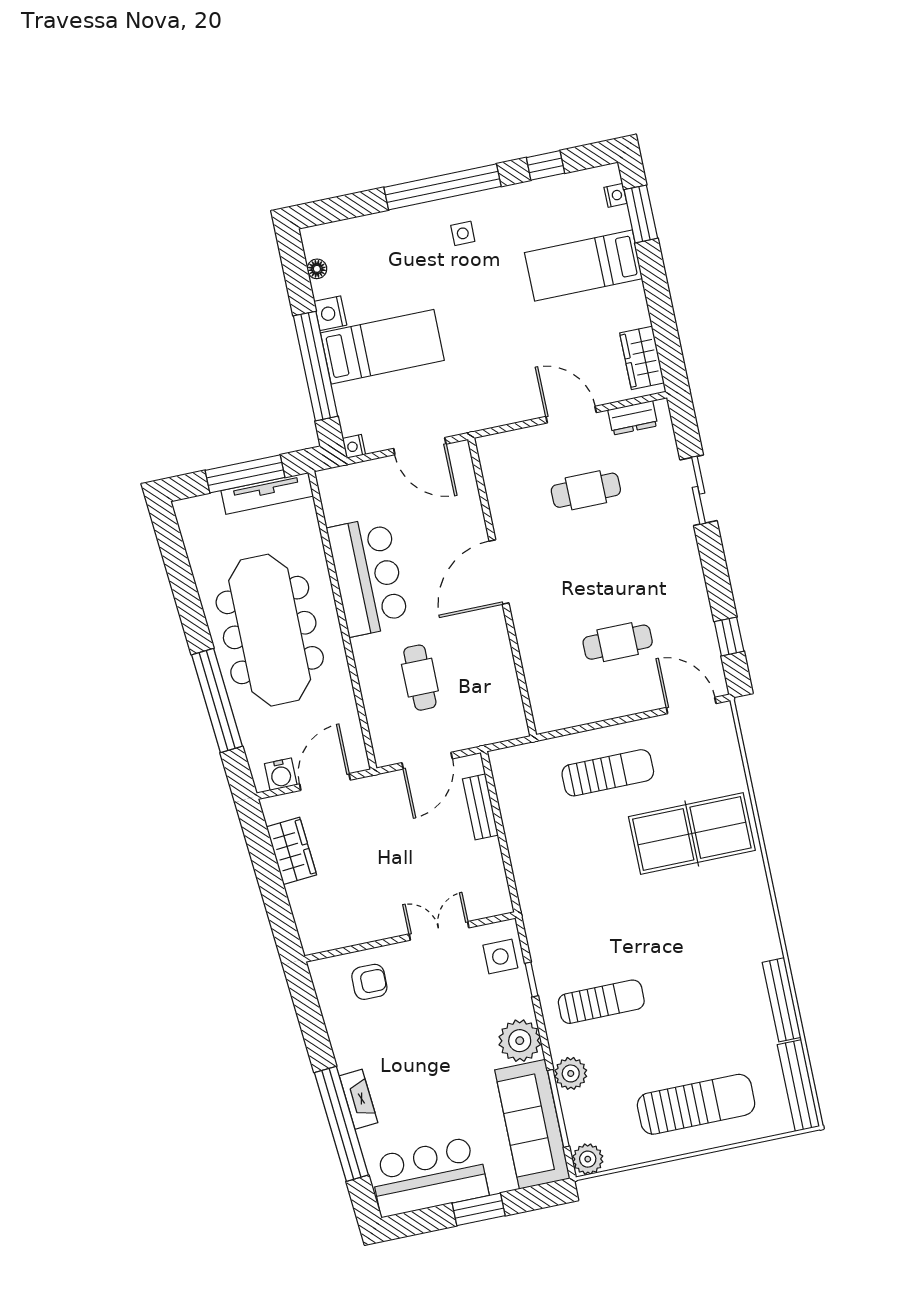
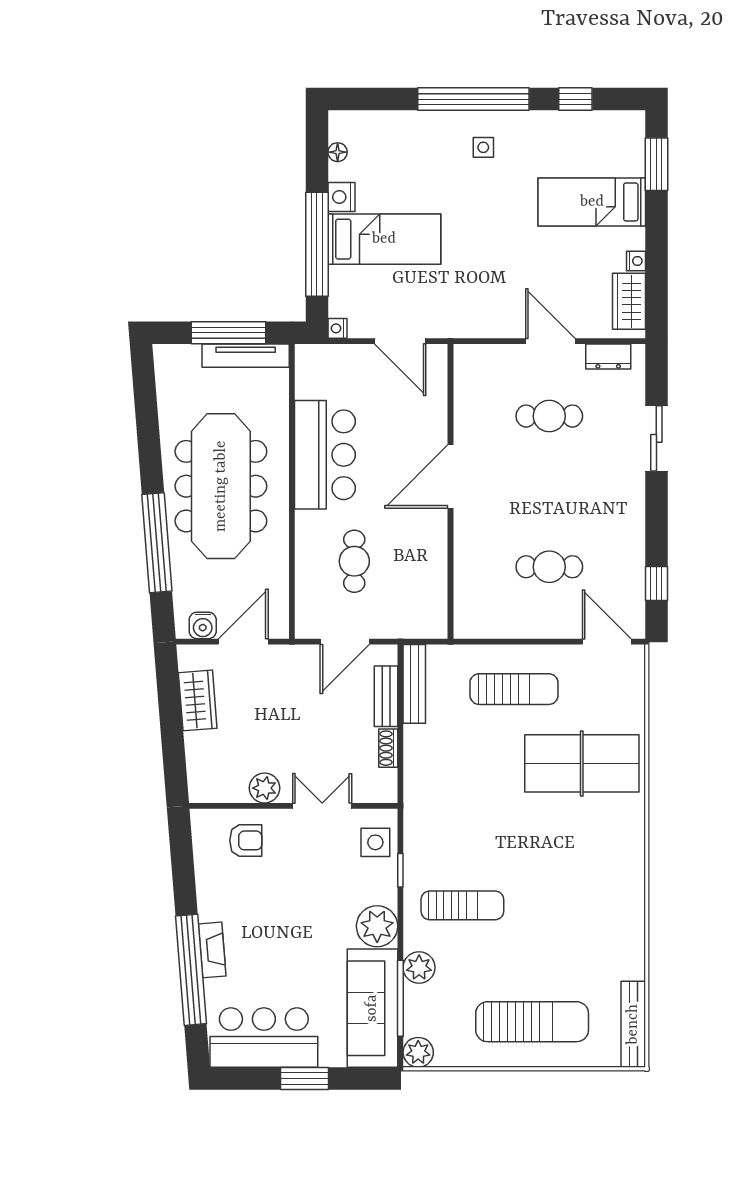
nightstand: (615, 195) -> (636, 261), moved
shoe rack: (493, 859) -> (388, 748), added
plant: (377, 925) -> (264, 788), added
bench: (782, 1000) -> (414, 684), moved

